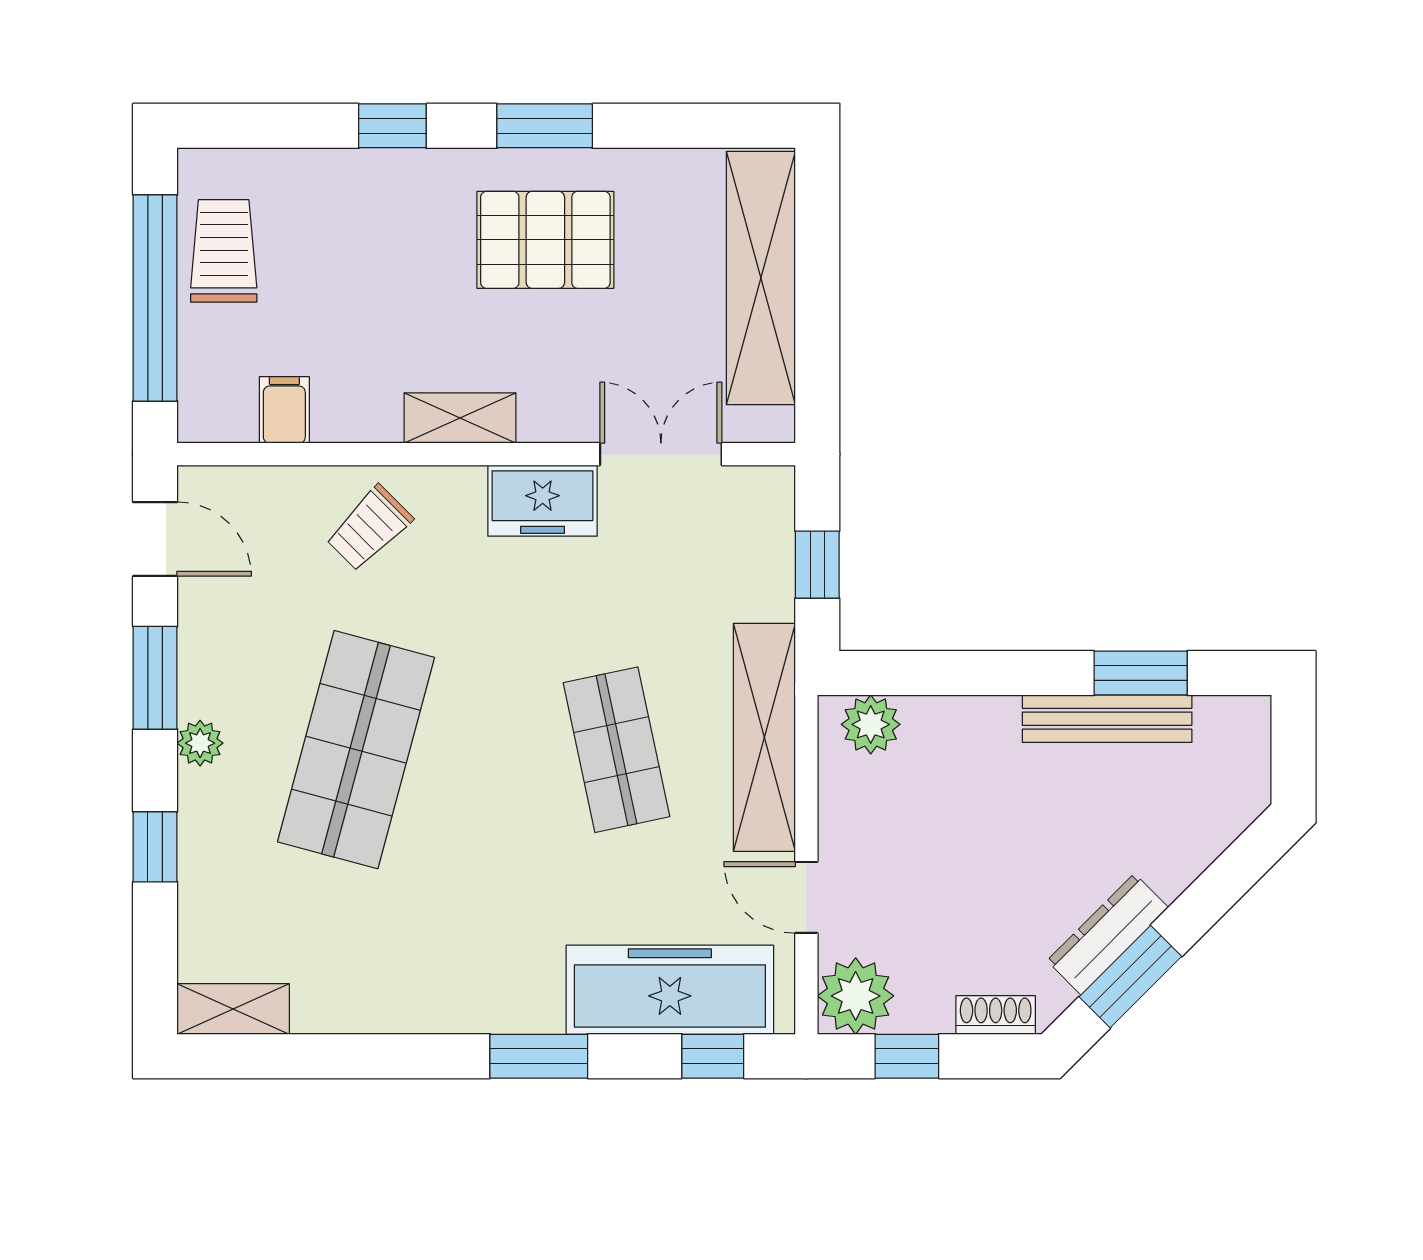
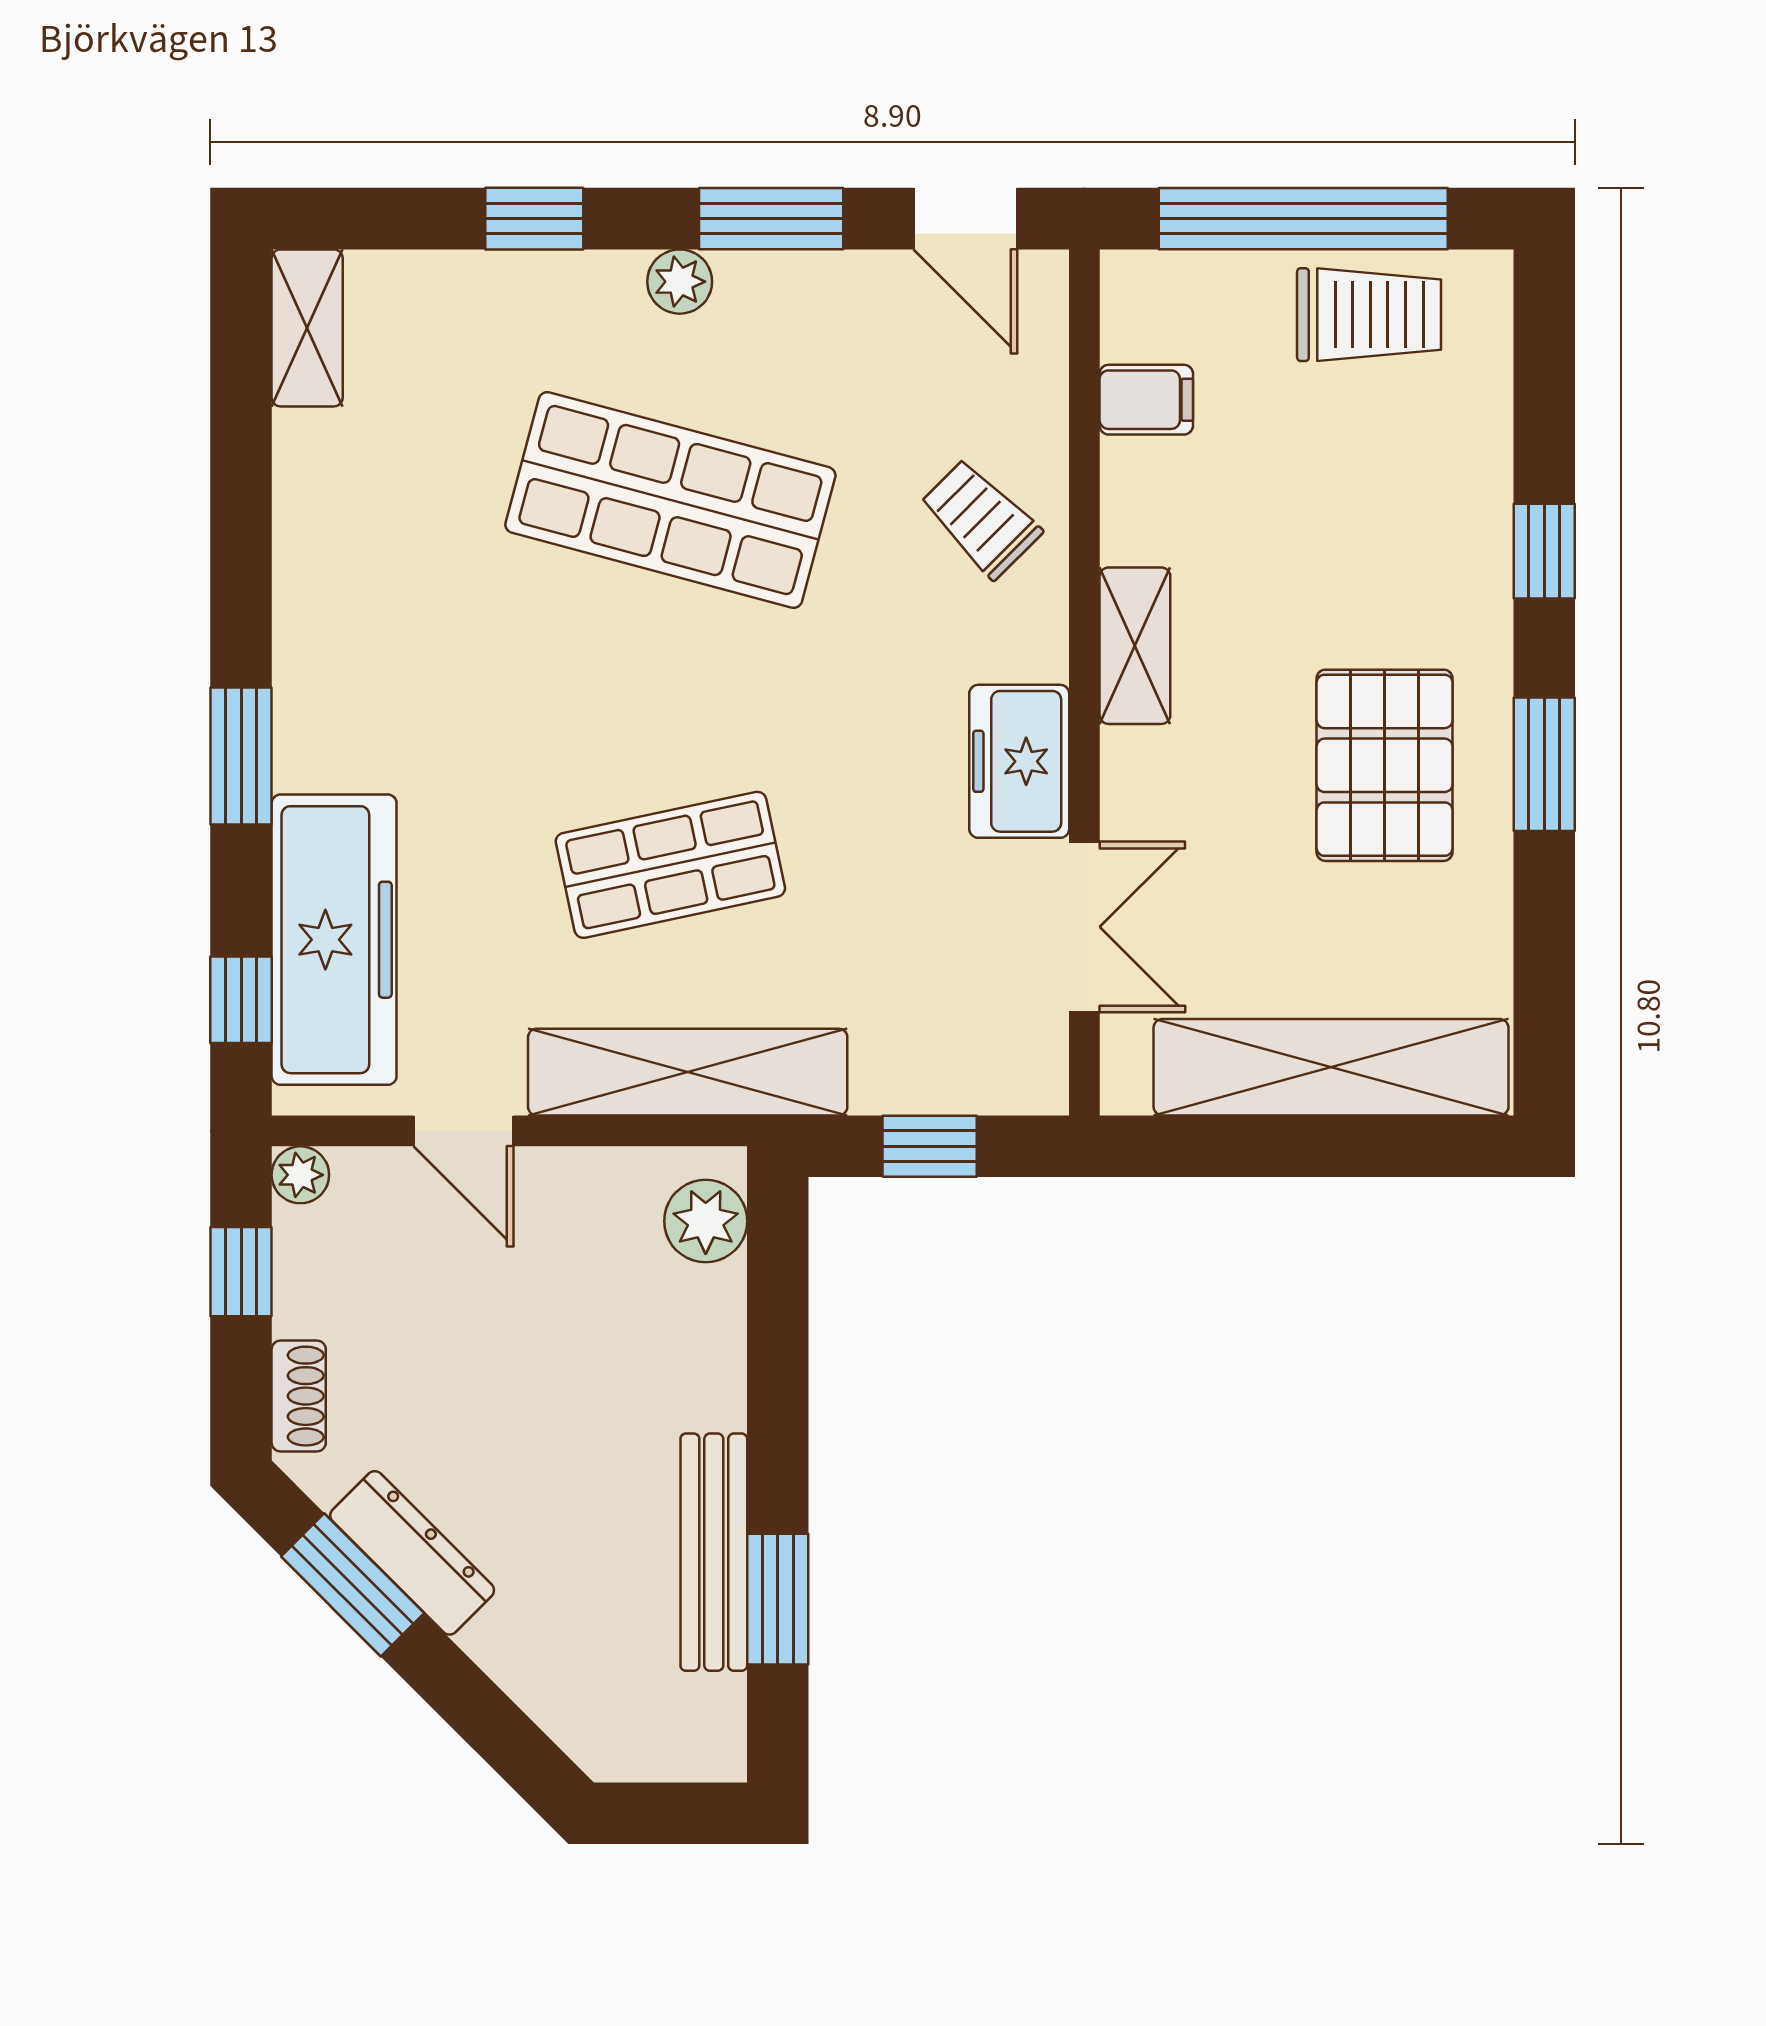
door: (155, 539) -> (965, 219), hinge flipped
door: (806, 897) -> (463, 1131), swing flipped
plant: (856, 996) -> (300, 1175), width x0.53, depth x0.53

